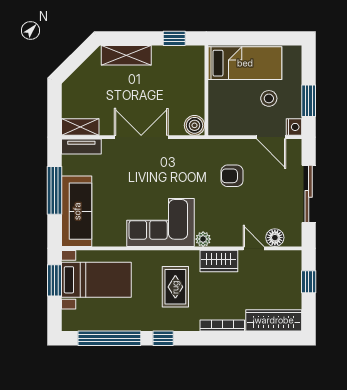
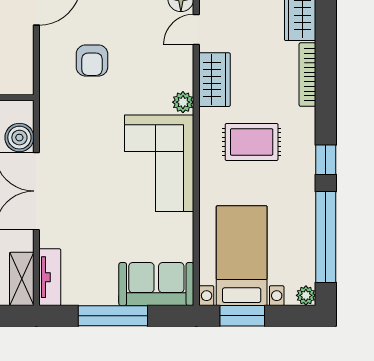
boiler: (194, 125) -> (19, 138), moved
sofa: (77, 211) -> (156, 284), width x0.73
plant: (69, 324) -> (306, 295), added

